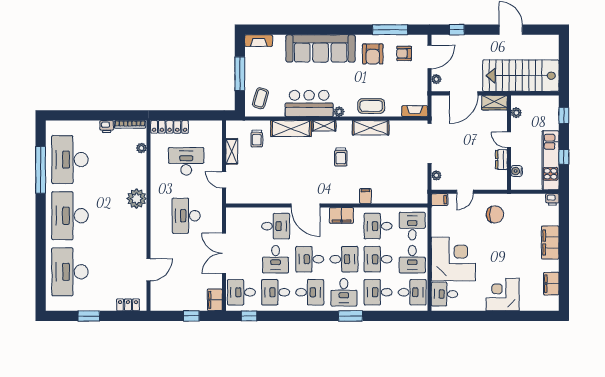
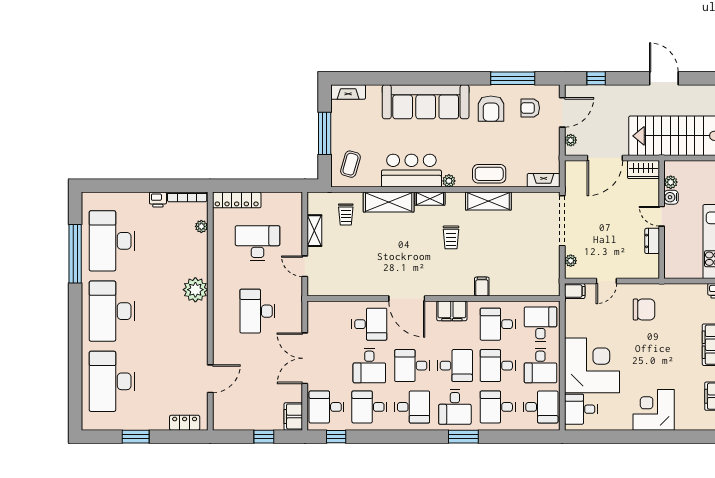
water cooler: (517, 171) -> (671, 197), moved

